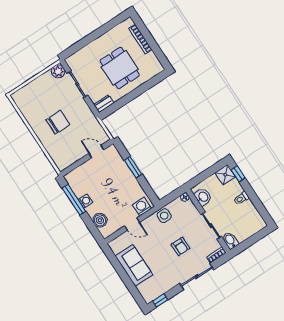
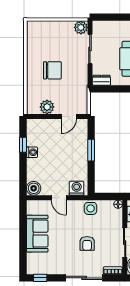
door: (96, 151) -> (69, 116), swing flipped
plant: (73, 155) -> (47, 107), added
window: (74, 200) -> (23, 145), width x0.46
boiler: (100, 220) -> (34, 188), moved

